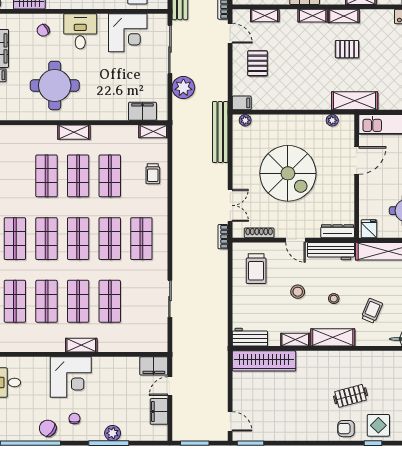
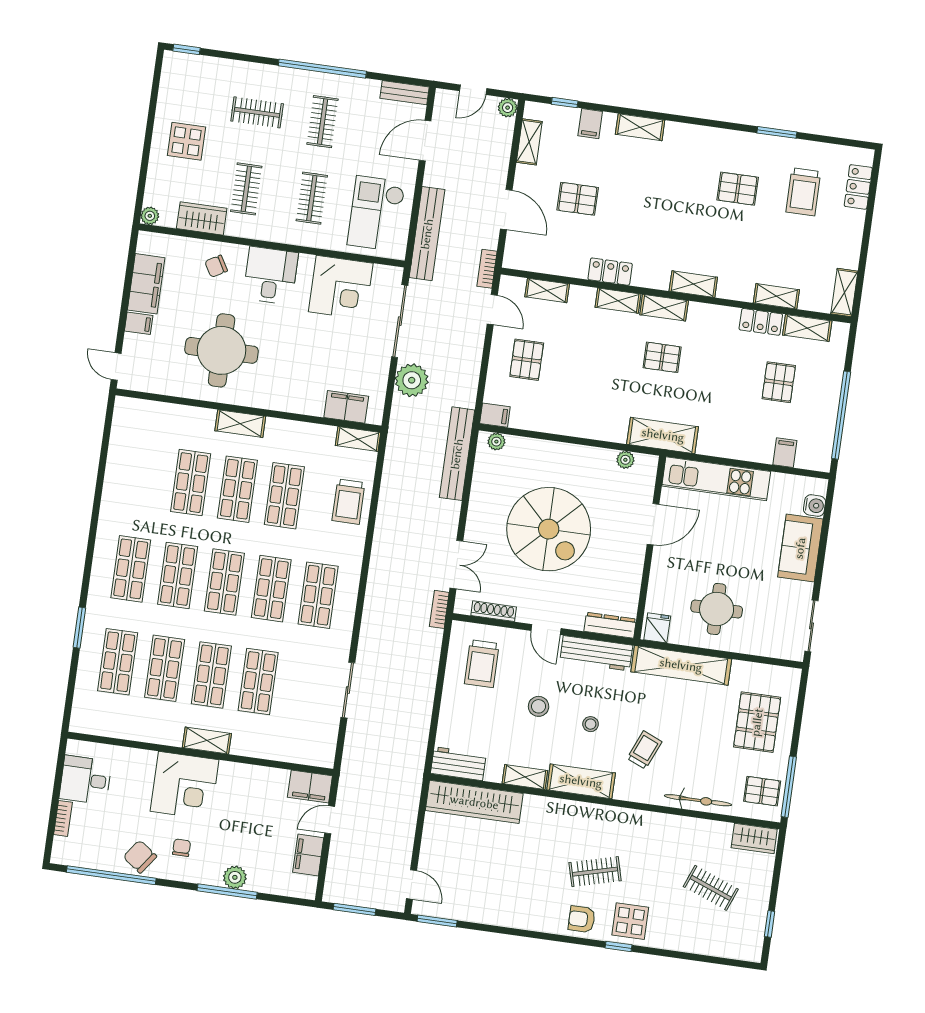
trolley: (153, 174) -> (348, 502), width x1.36, depth x1.39

